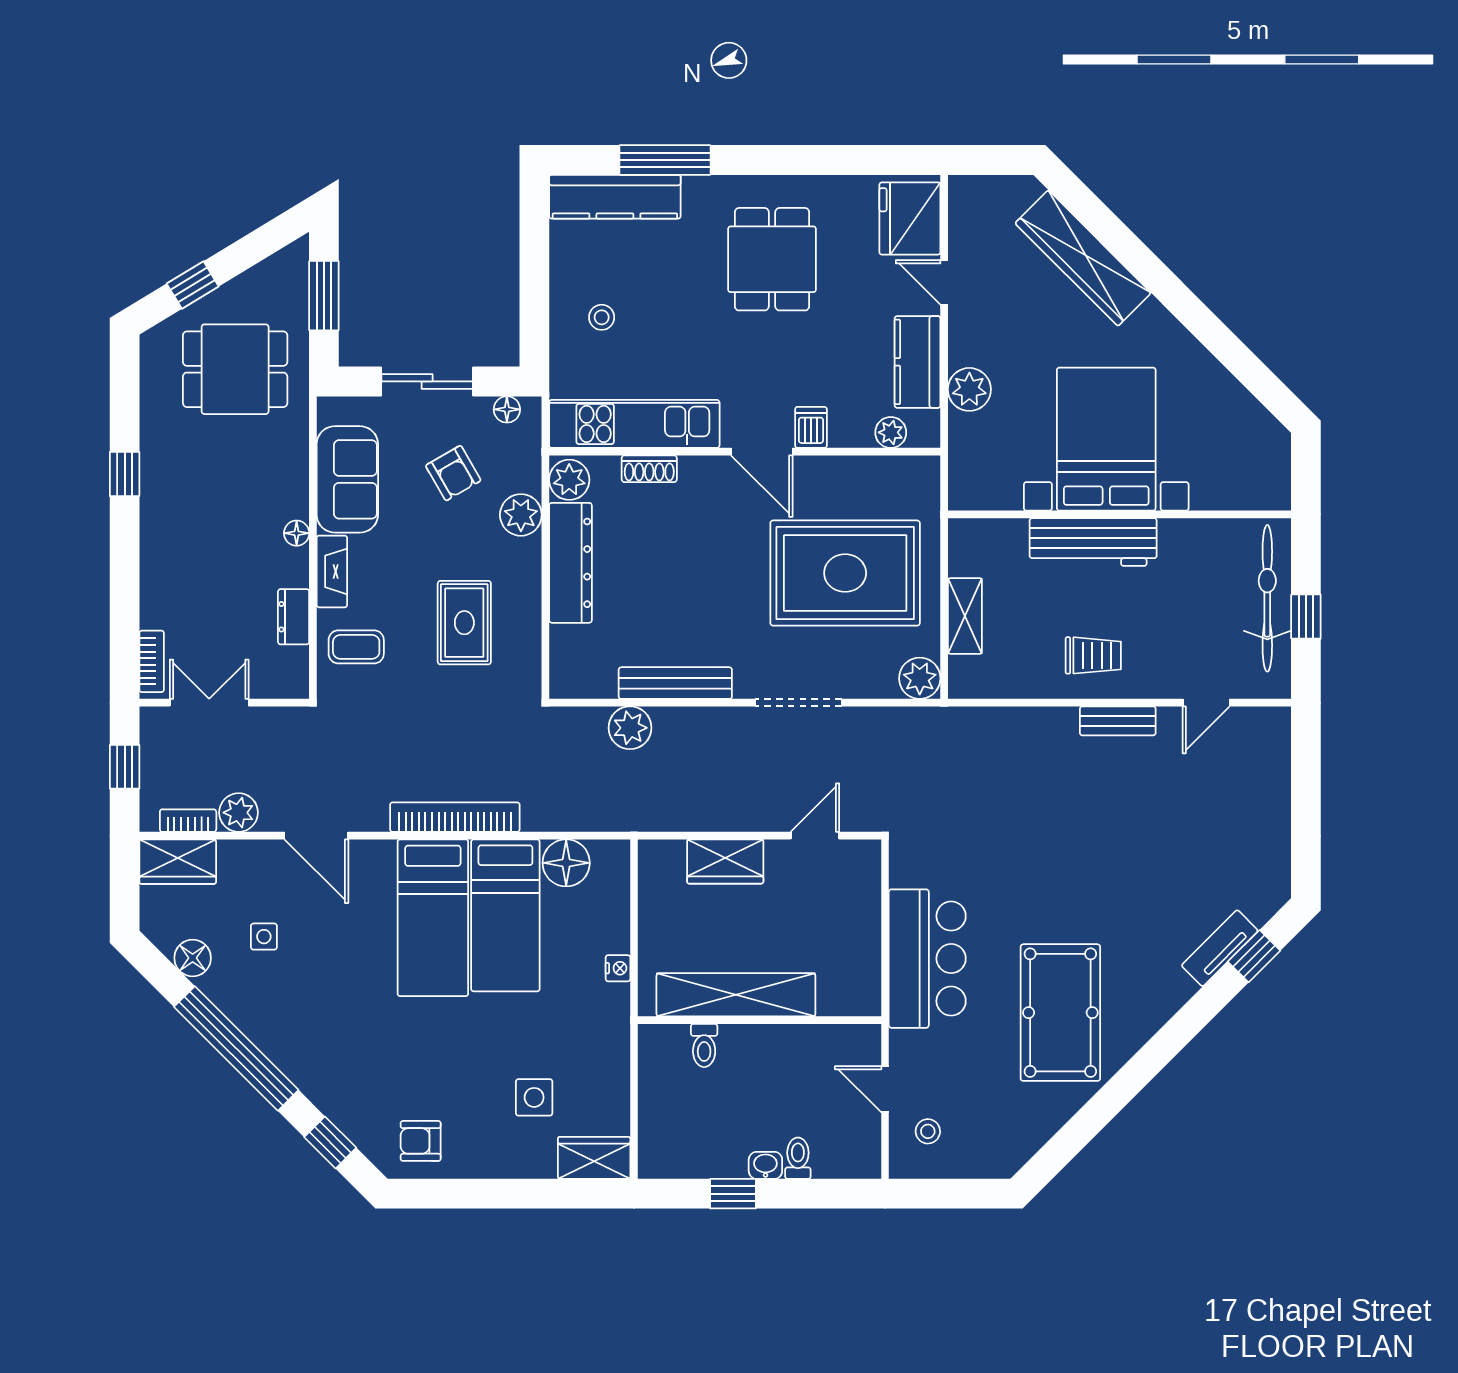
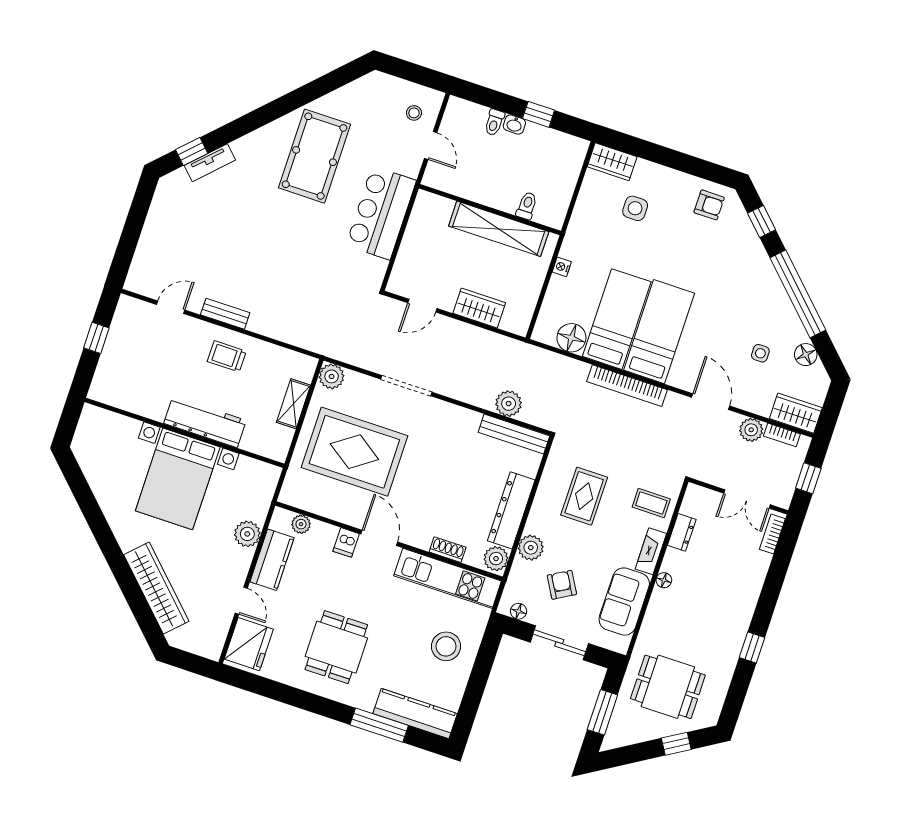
stool: (602, 317) -> (446, 646), width x1.89, depth x1.89
bicycle: (1267, 598) -> (115, 356), removed
bench: (675, 683) -> (514, 434), moved

